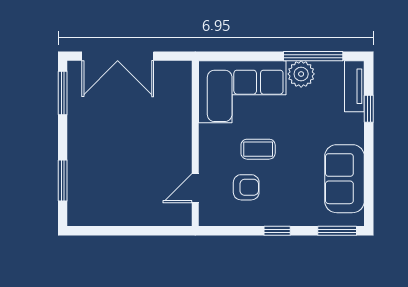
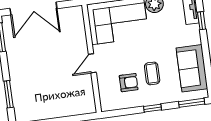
coffee table: (258, 149) -> (152, 73), moved, turned 90
door: (195, 188) -> (92, 63), moved

